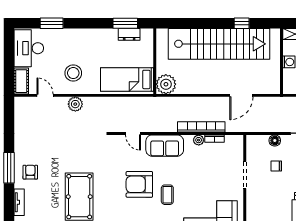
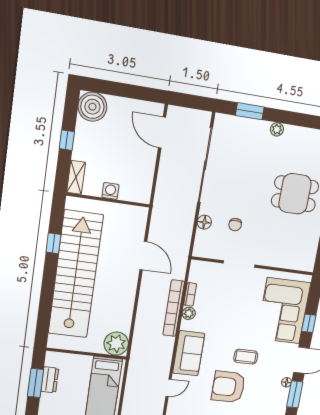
armchair: (139, 184) -> (228, 387), turned 90

